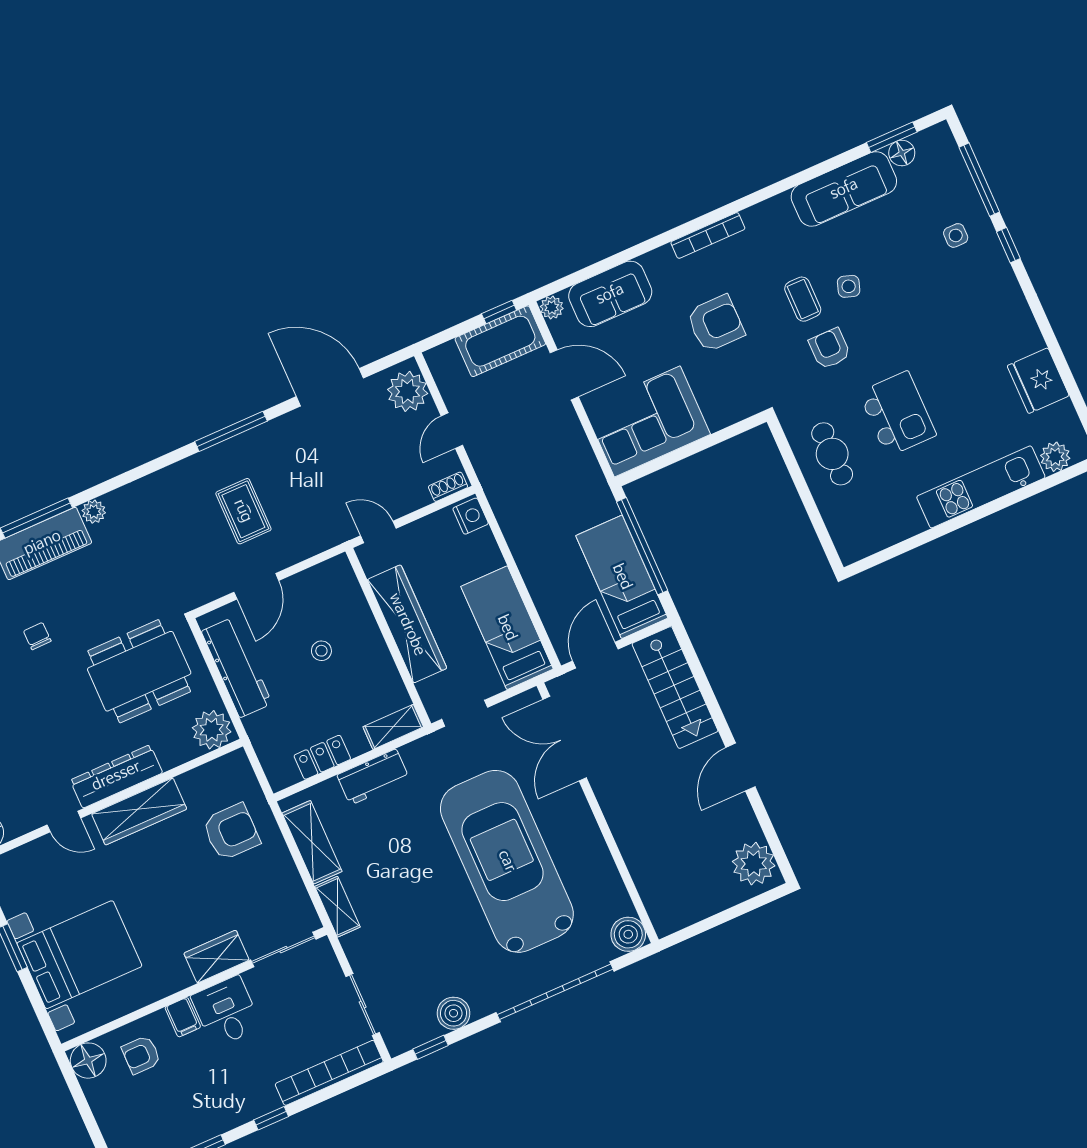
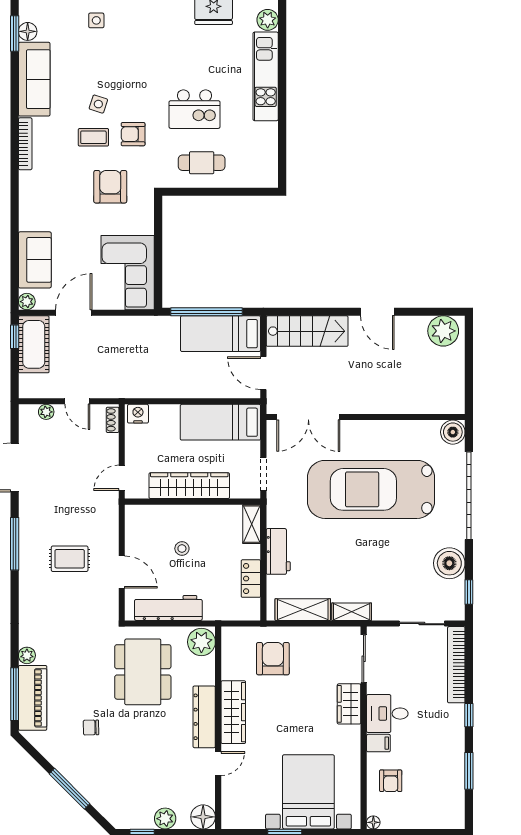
bookcase: (708, 235) -> (25, 144), moved
armchair: (716, 323) -> (110, 187), moved
plant: (408, 391) -> (46, 412), width x0.53, depth x0.53
kitchen island: (897, 414) -> (194, 109), turned 180
boiler: (454, 1013) -> (449, 563), width x1.37, depth x1.37
floor lamp: (88, 1061) -> (373, 822), width x0.53, depth x0.53

